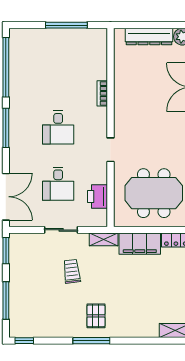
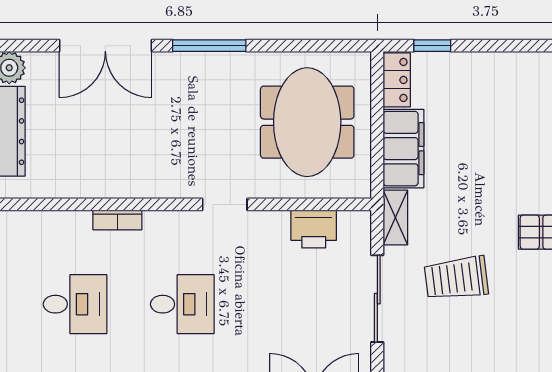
desk: (58, 184) -> (75, 304), moved
sliding door: (61, 230) -> (377, 299), width x1.37
trolley: (72, 271) -> (456, 278), width x1.36, depth x1.39

